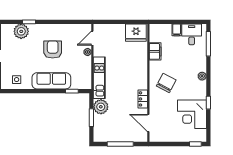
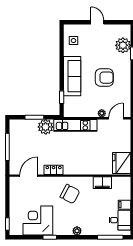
door: (92, 38) -> (116, 118), hinge flipped

